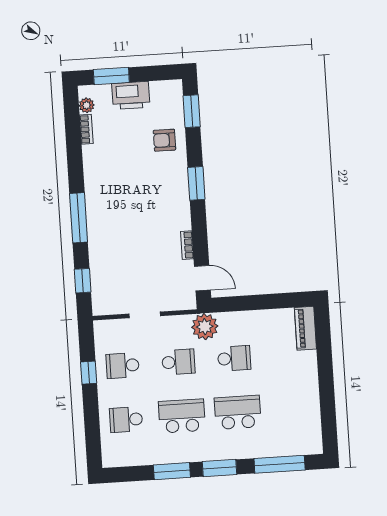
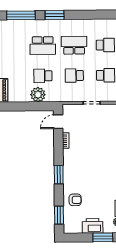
door: (202, 278) -> (58, 122), hinge flipped
plant: (205, 327) -> (38, 95), moved
school desk: (182, 416) -> (74, 45), turned 180
window: (172, 471) -> (81, 15), removed

